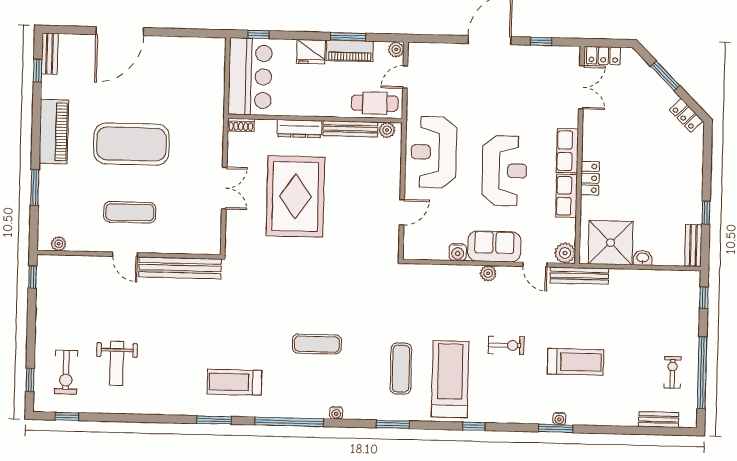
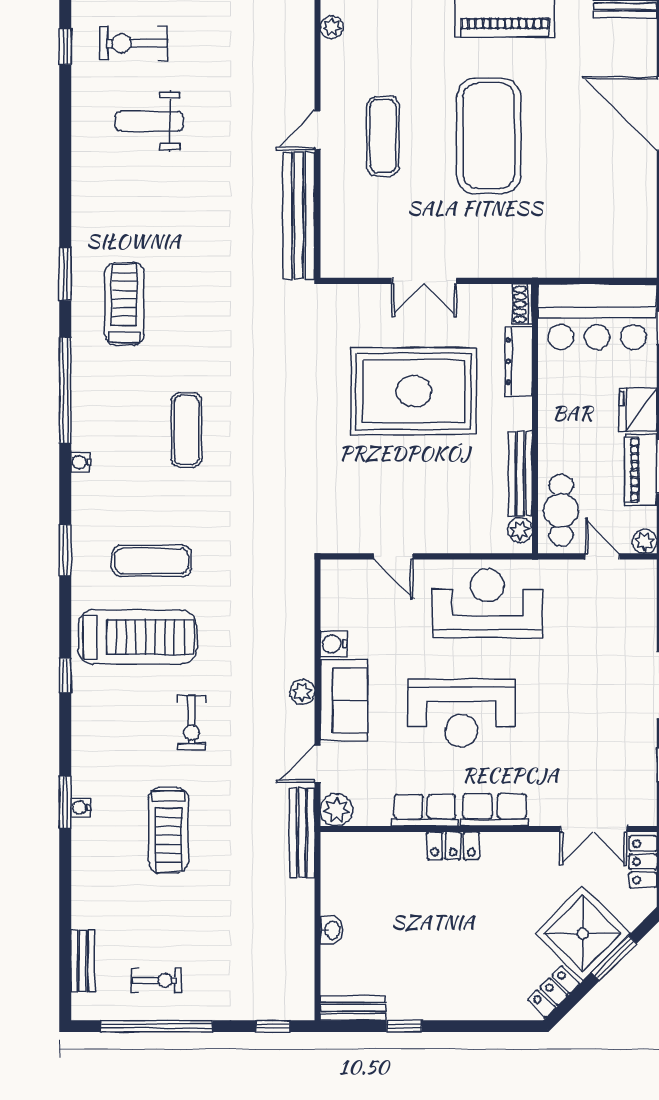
dresser: (299, 129) -> (519, 361), moved
shower: (611, 243) -> (583, 933), moved, turned 45

